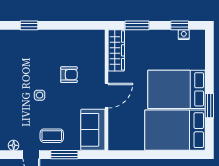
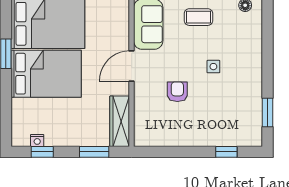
armchair: (69, 75) -> (177, 92), turned 90

